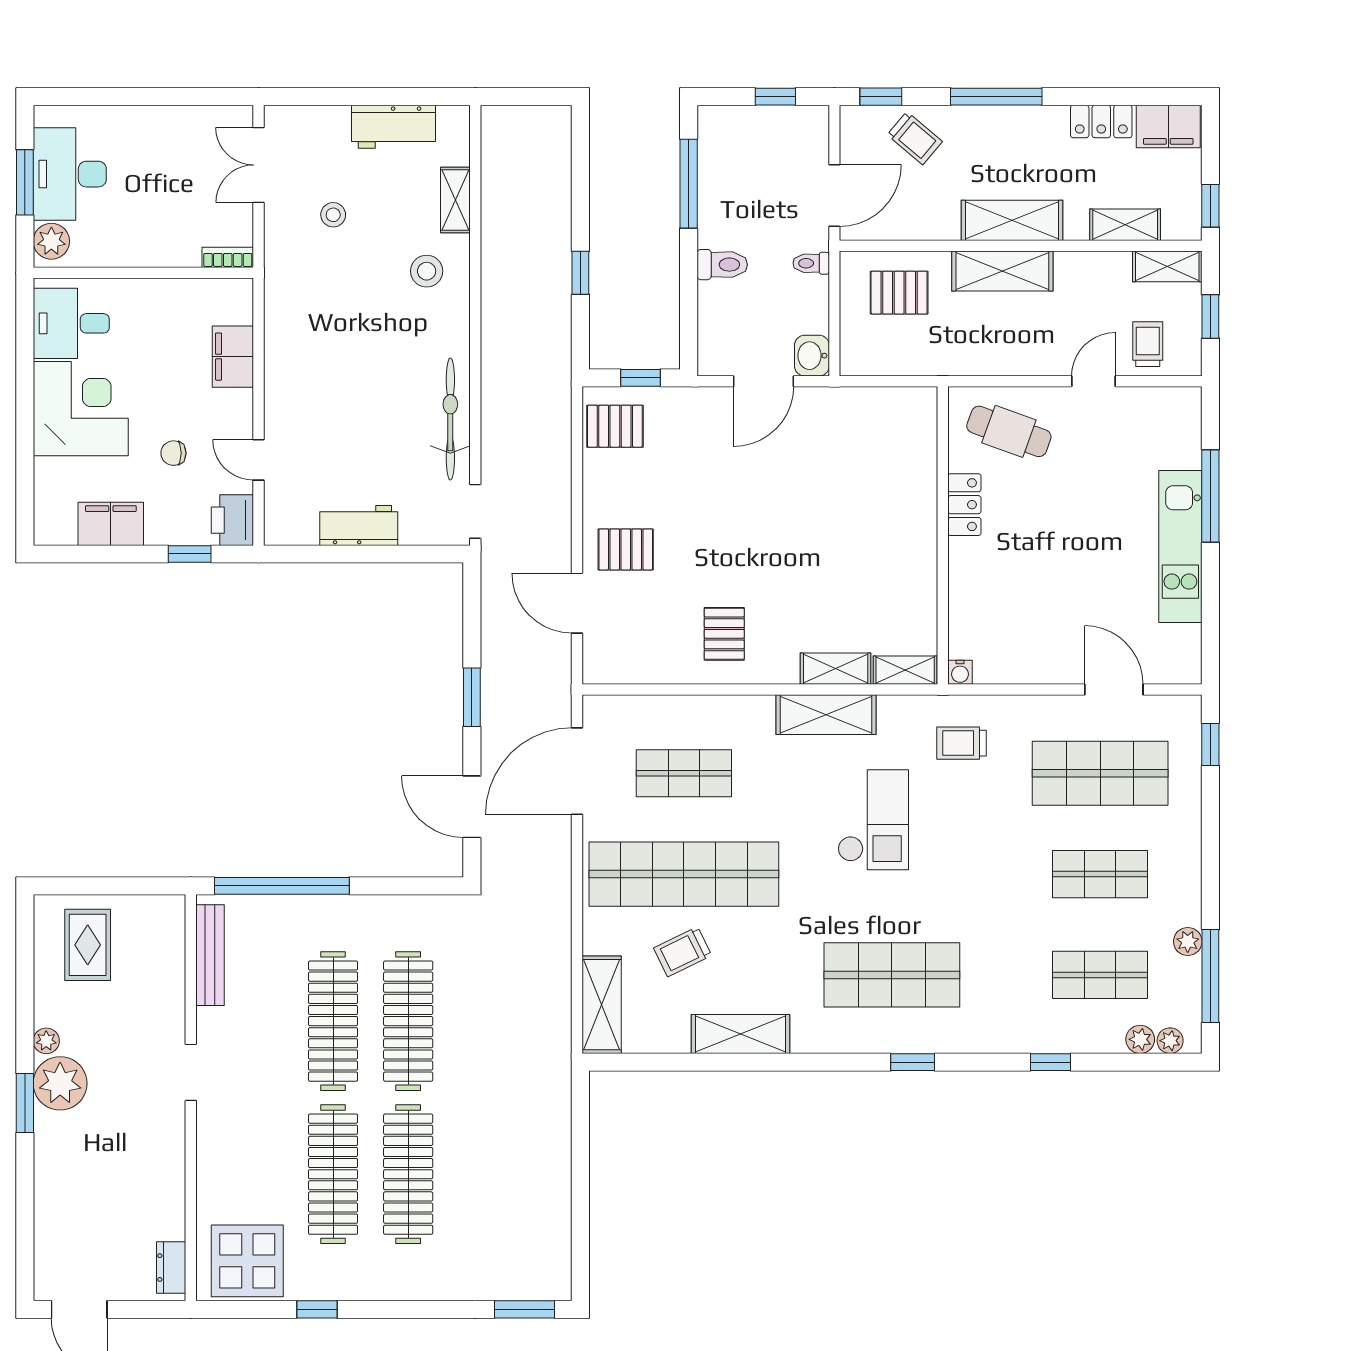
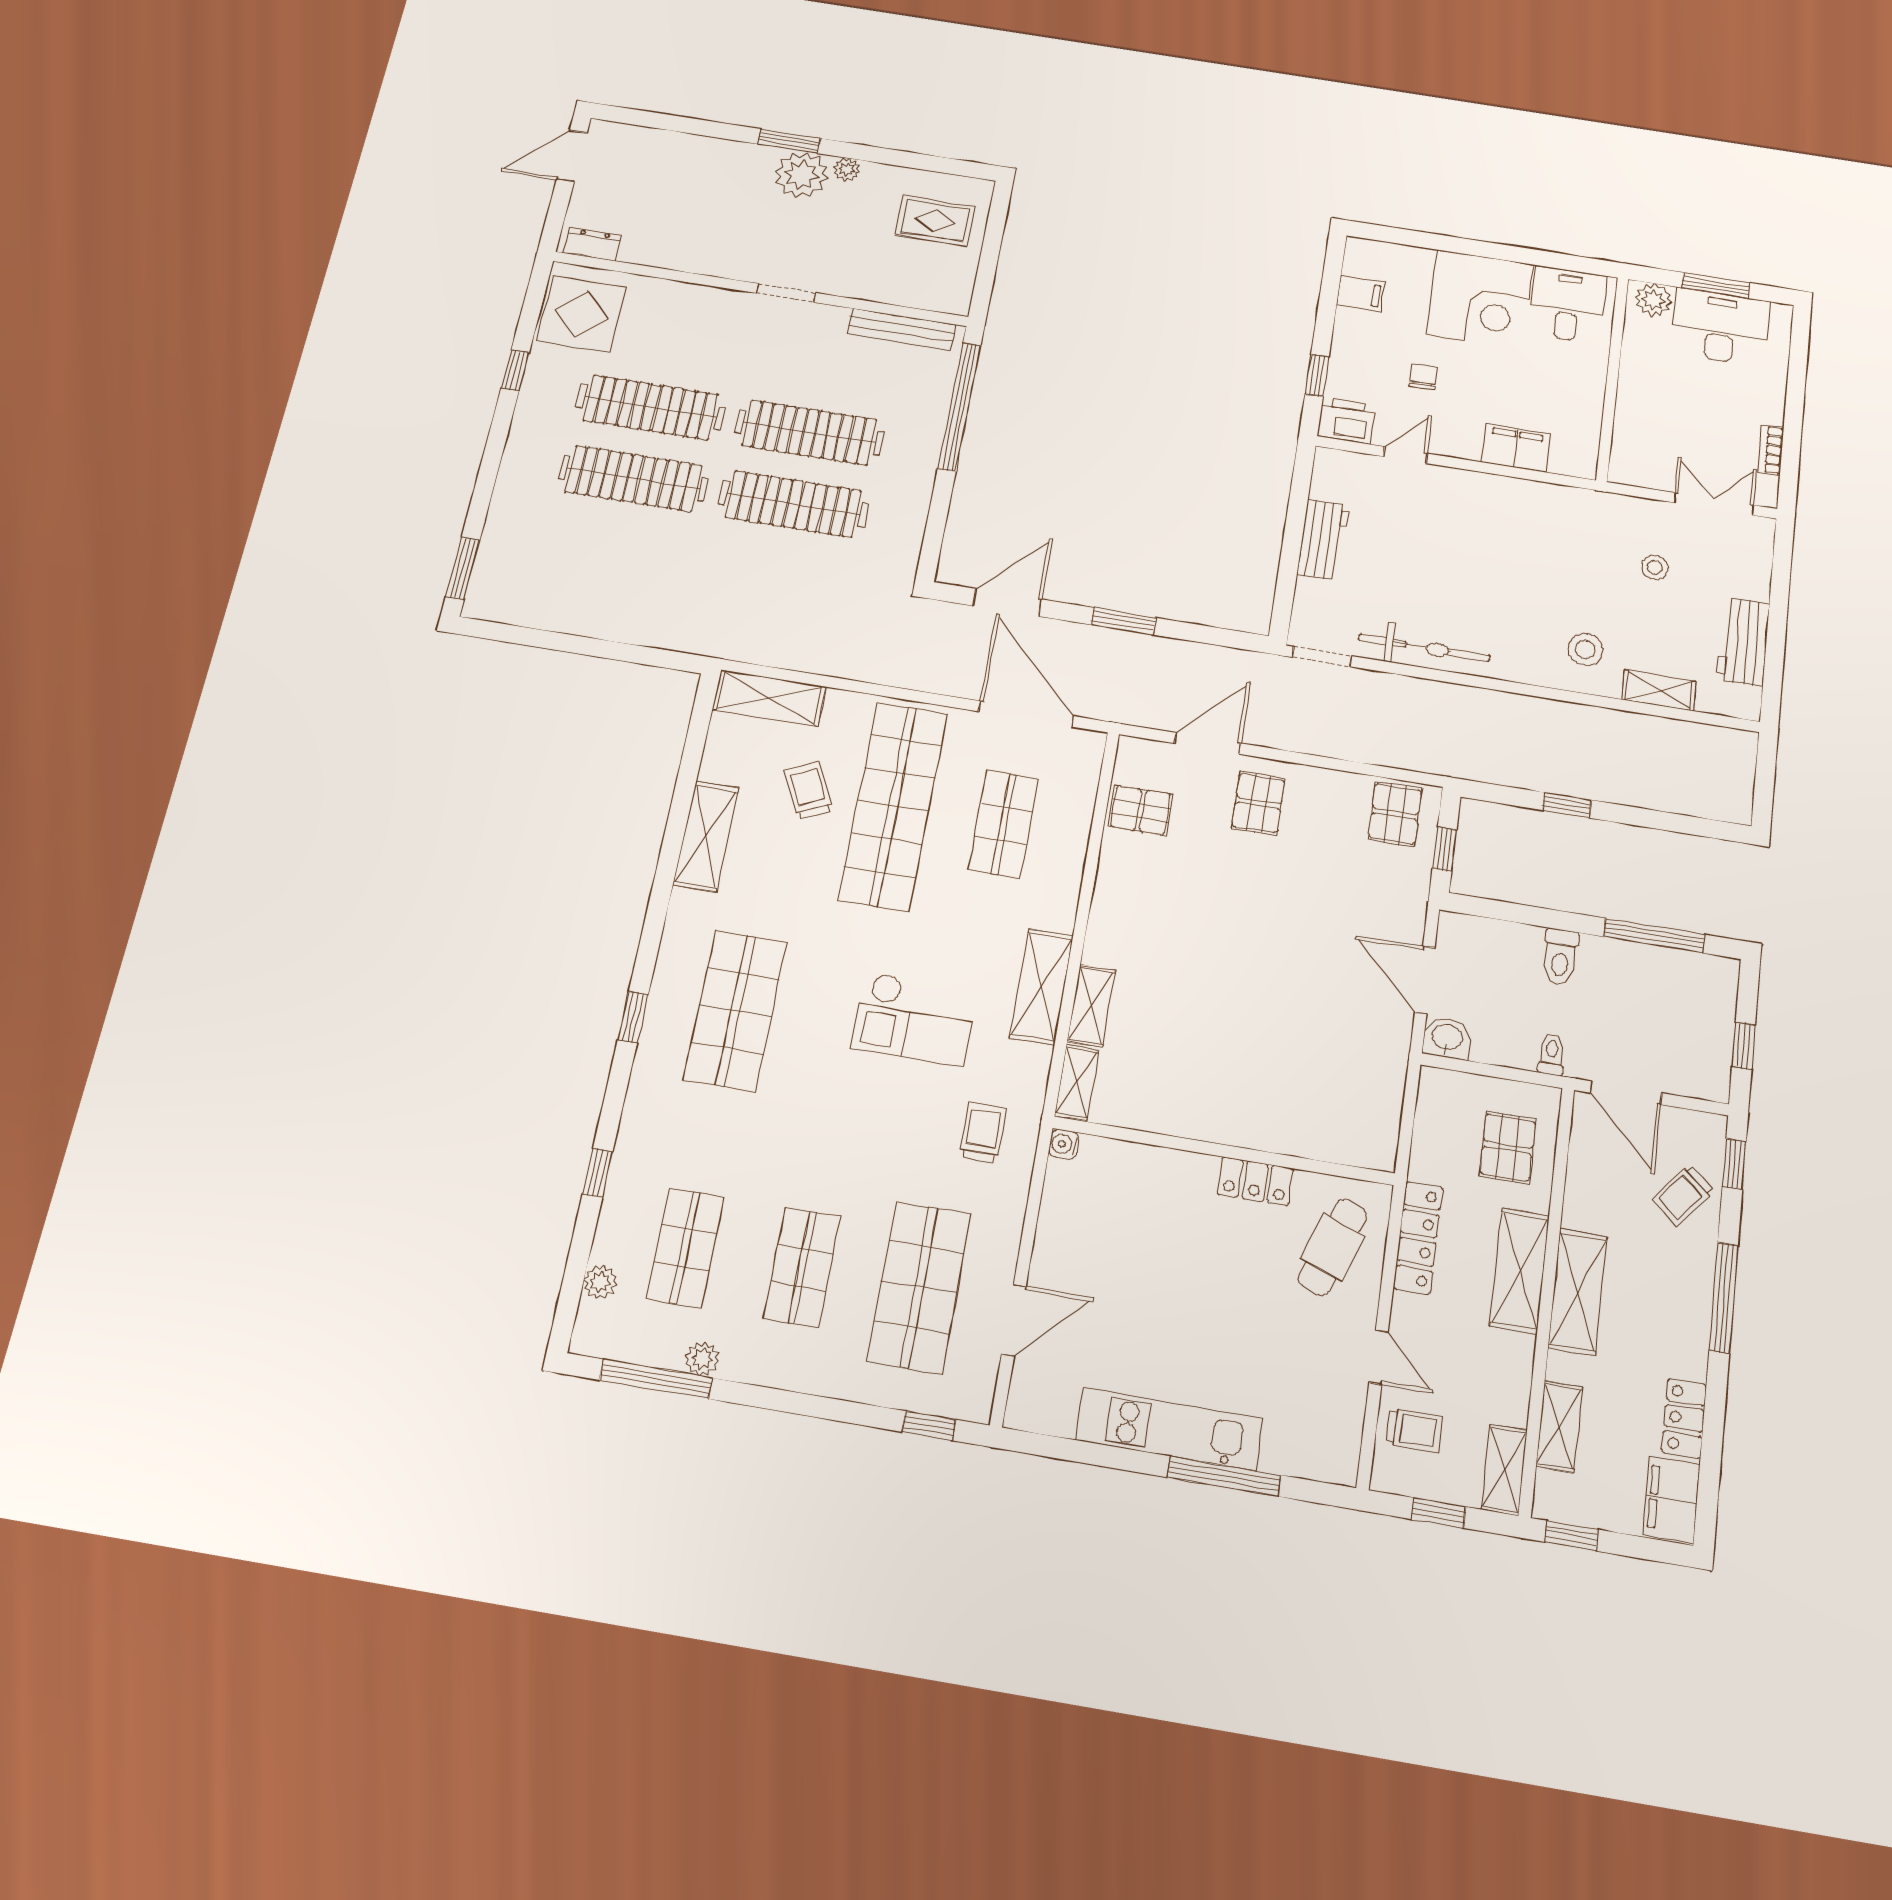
bookcase: (228, 257) -> (1771, 450), moved, turned 180
locker: (989, 360) -> (1418, 1238), added
filing cabinet: (111, 524) -> (1361, 294), width x0.50
pallet: (724, 634) -> (1141, 810), moved
plant: (1170, 1041) -> (591, 1318), removed

